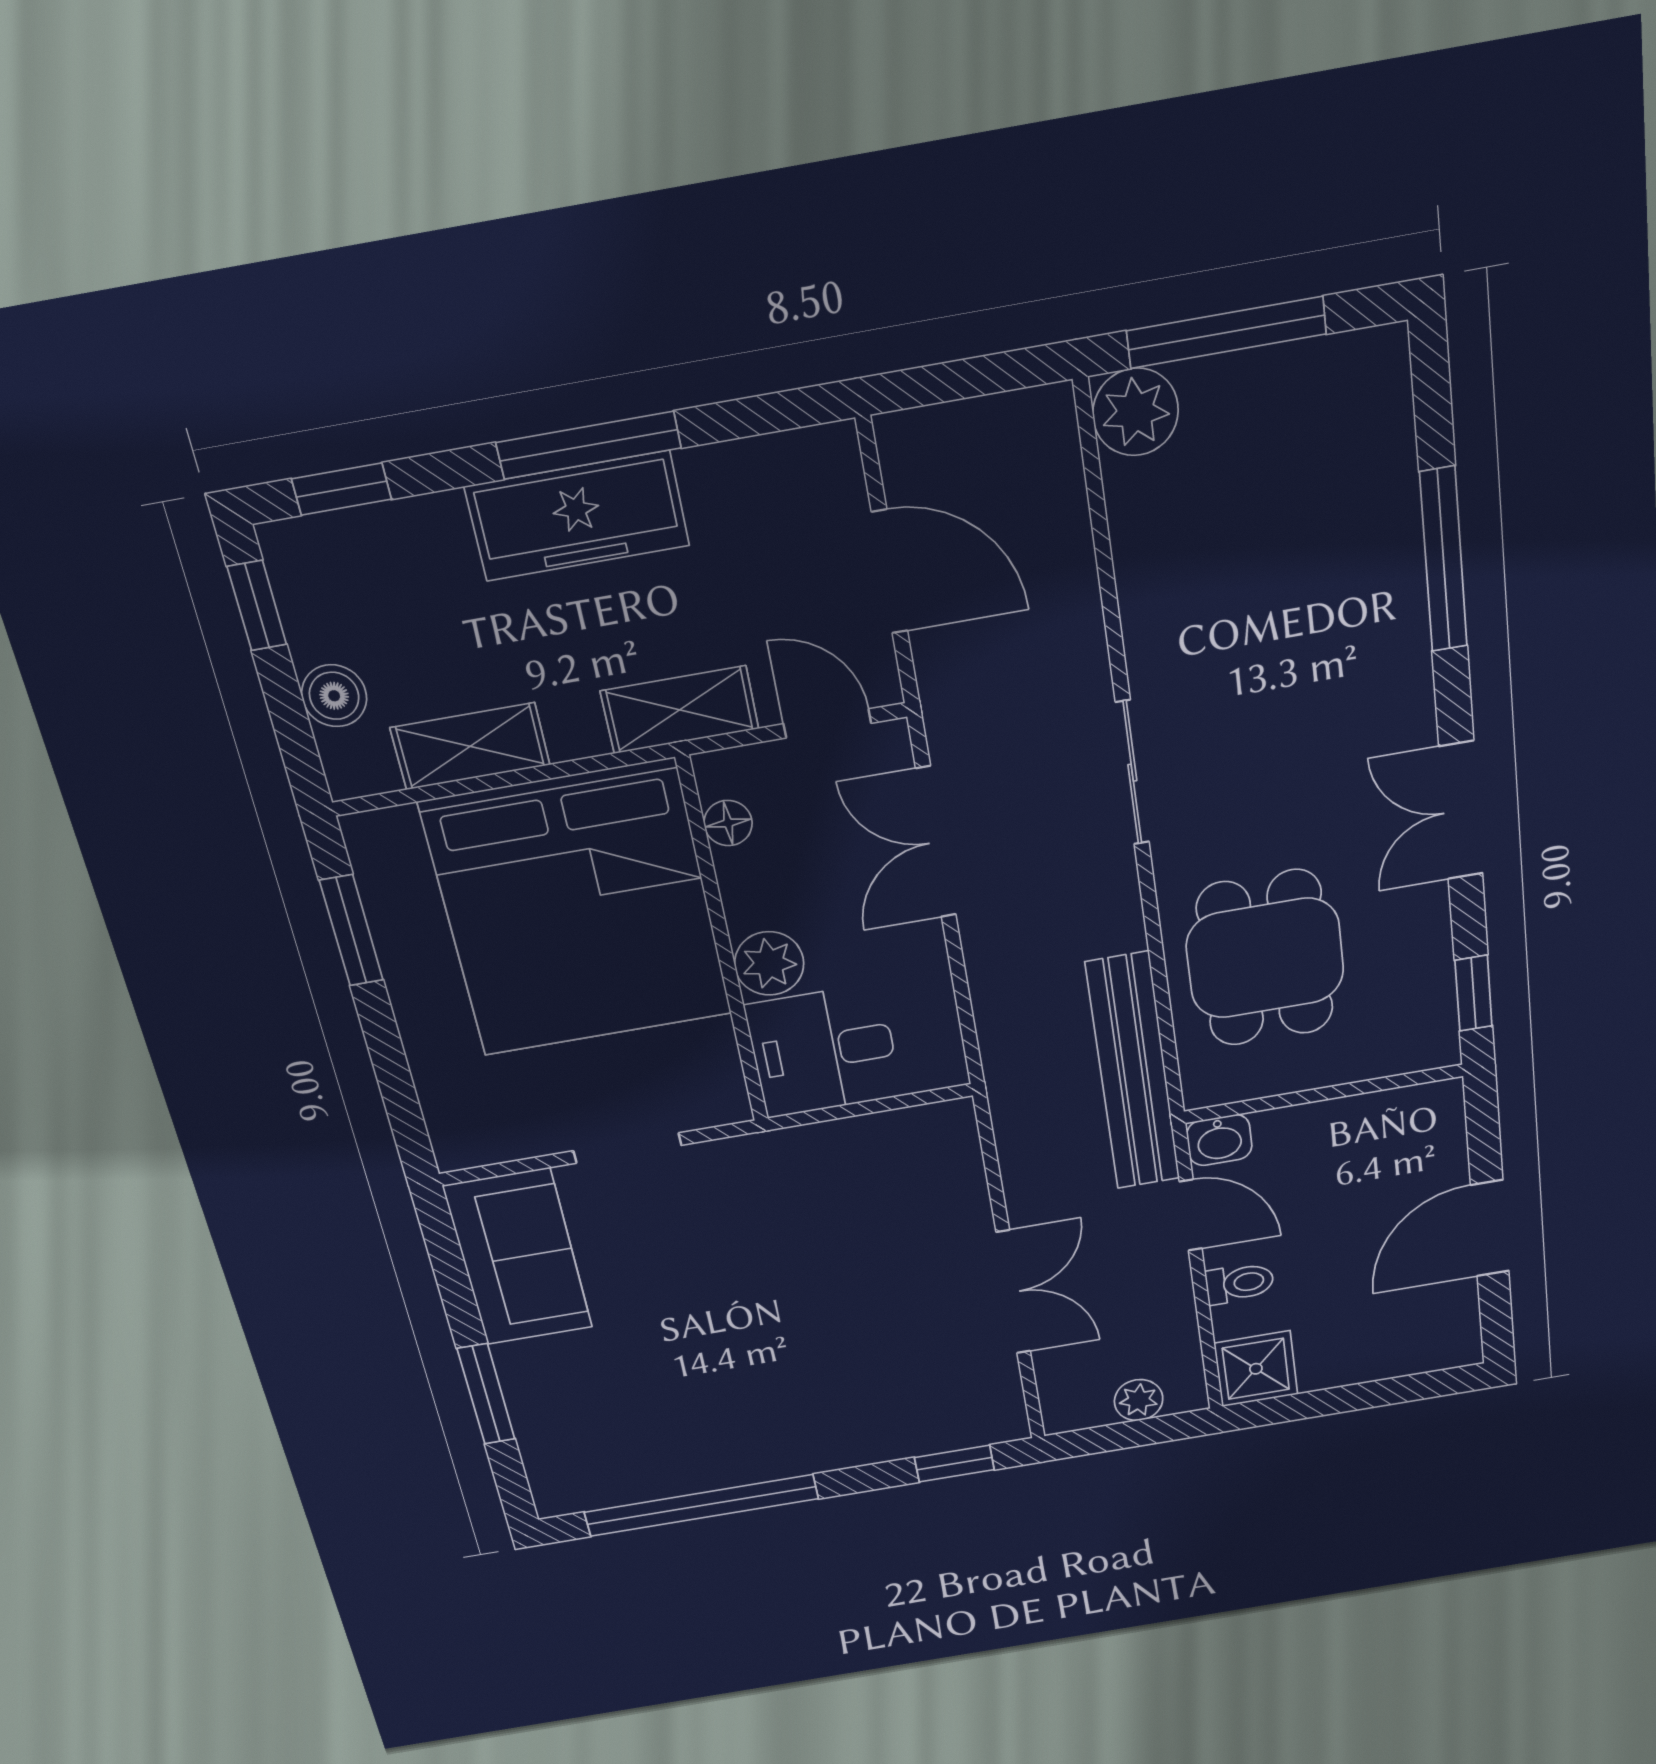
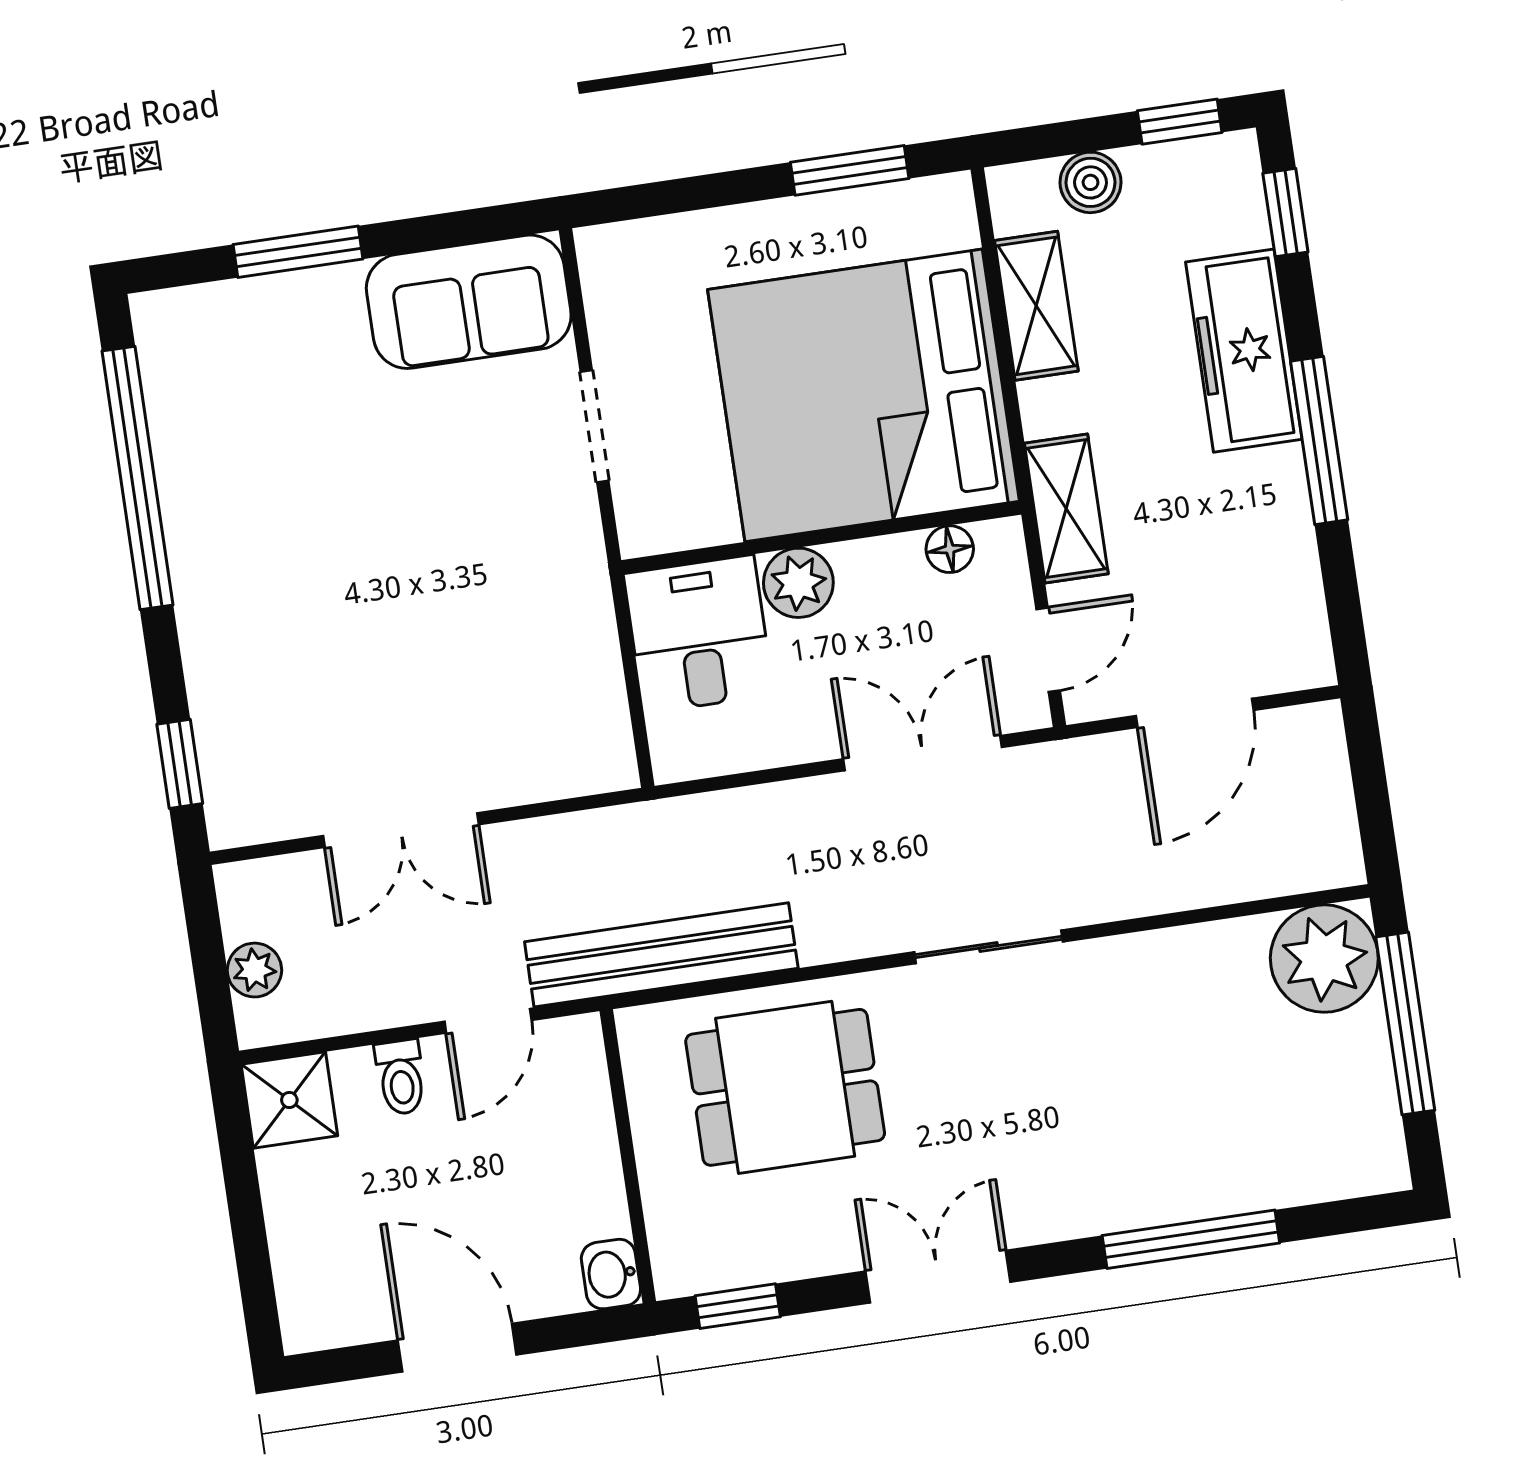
plant: (1136, 412) -> (1324, 959), width x1.36, depth x1.36
freezer: (577, 516) -> (1244, 351), moved
washbasin: (1219, 1140) -> (611, 1274), moved

